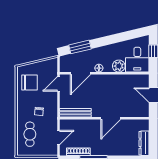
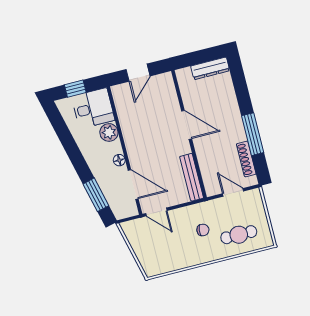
chair: (30, 82) -> (165, 254), removed

